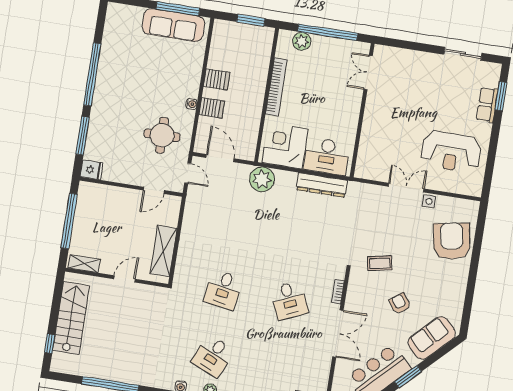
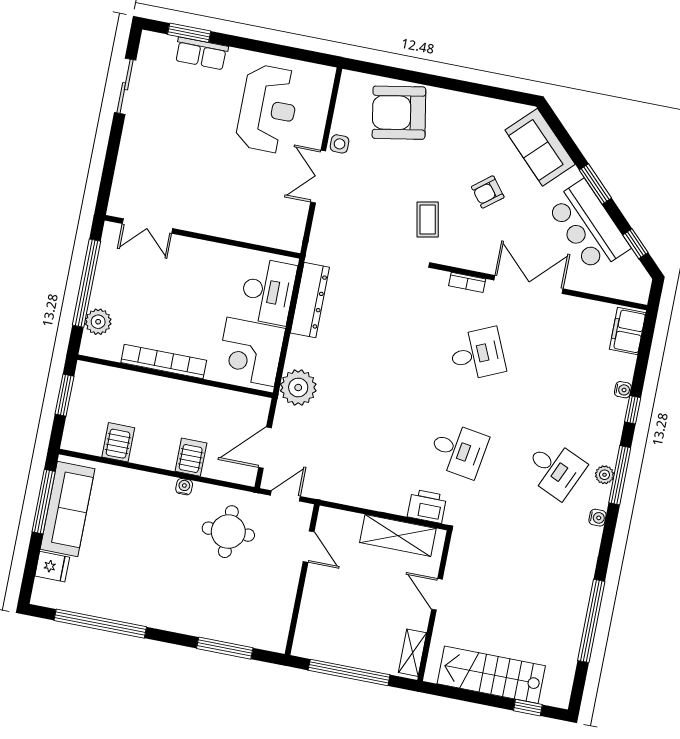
window: (92, 74) -> (100, 624), moved
server rack: (217, 79) -> (118, 442), moved
fridge: (92, 170) -> (52, 567), moved, turned 90
printer: (184, 270) -> (427, 506), added

